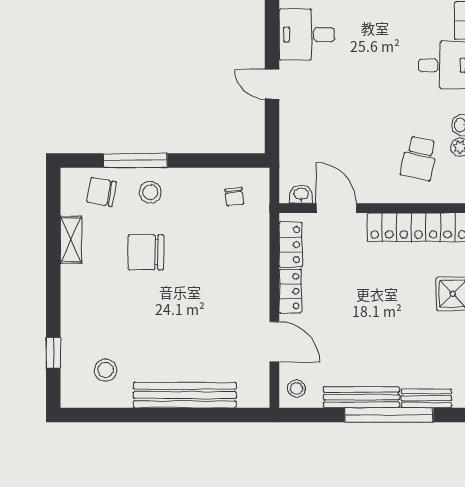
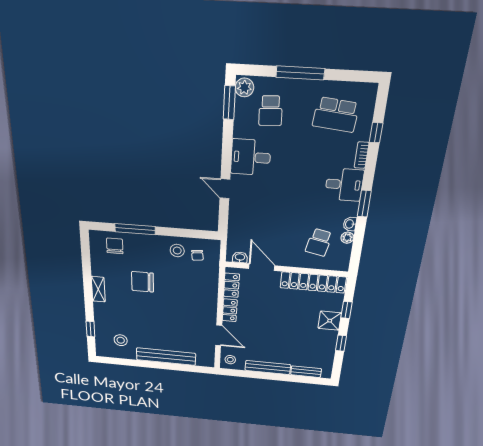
chair: (102, 192) -> (115, 246), turned 80
stool: (150, 192) -> (177, 251), moved
shelving: (71, 240) -> (98, 289), moved
window: (389, 415) -> (283, 377), removed

